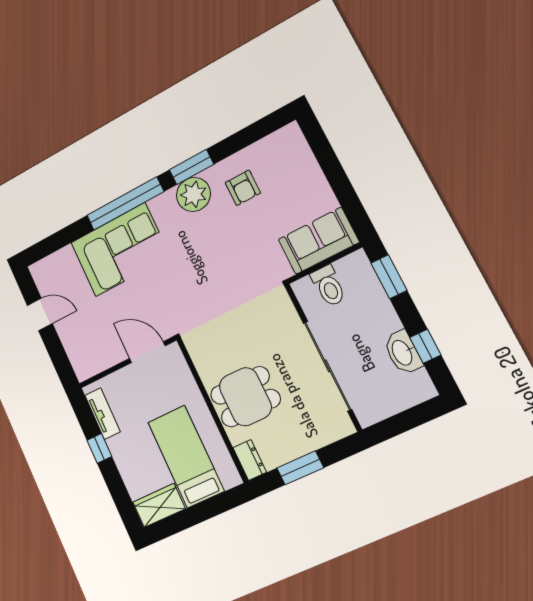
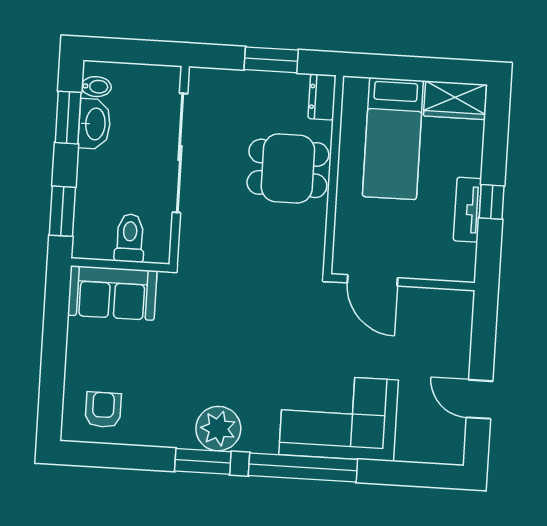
armchair: (243, 188) -> (103, 410), moved
window: (425, 346) -> (68, 118), width x1.50
bidet: (418, 380) -> (96, 87), added
tv unit: (102, 414) -> (467, 210), moved

